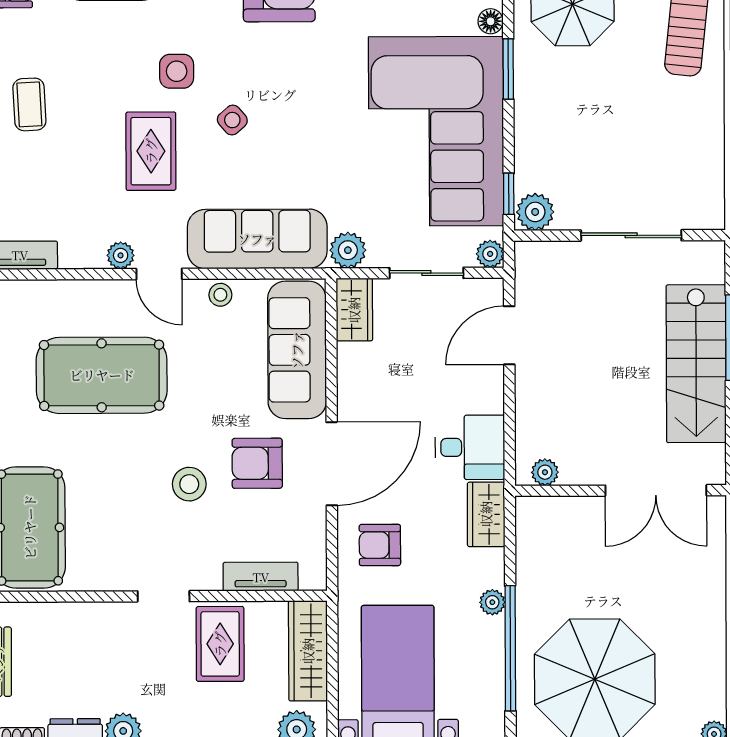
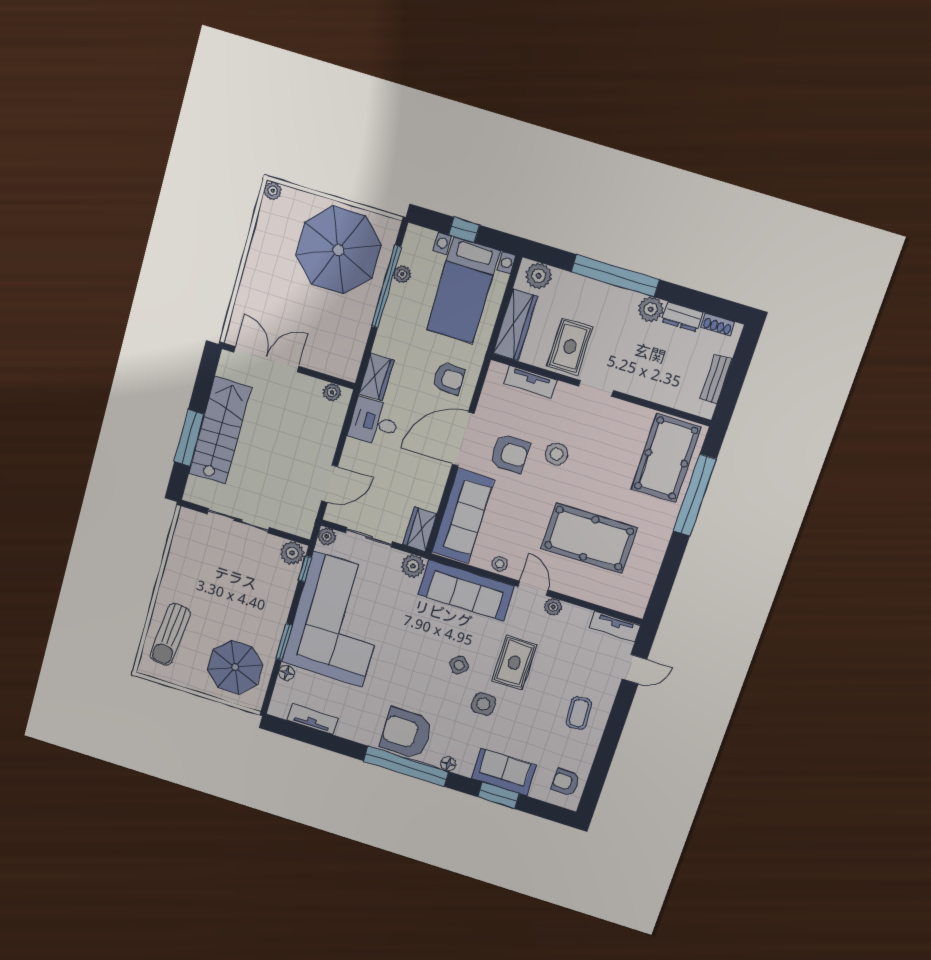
plant: (492, 602) -> (402, 274), moved

